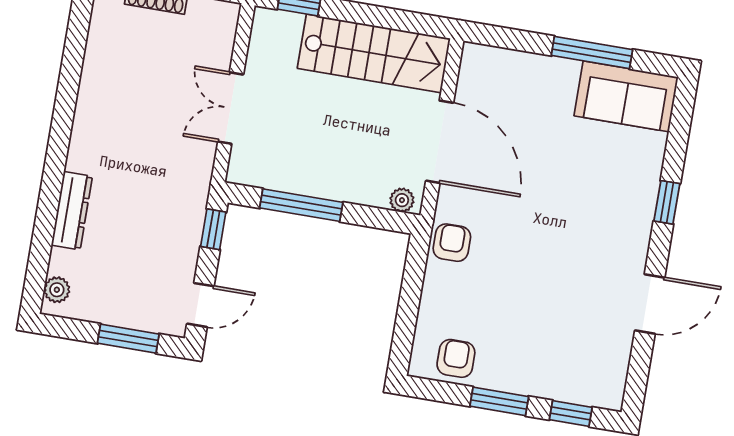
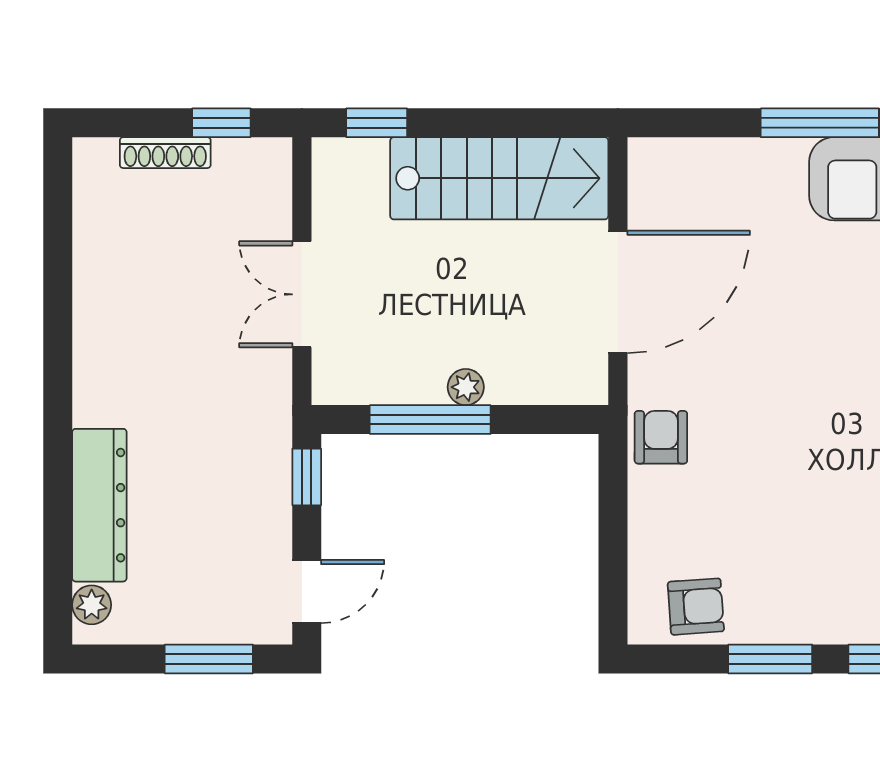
door: (440, 142) -> (618, 292), hinge flipped
plant: (402, 200) -> (466, 387), moved
dresser: (72, 211) -> (99, 505), width x1.37, depth x1.24
armchair: (456, 358) -> (696, 607), turned 86

